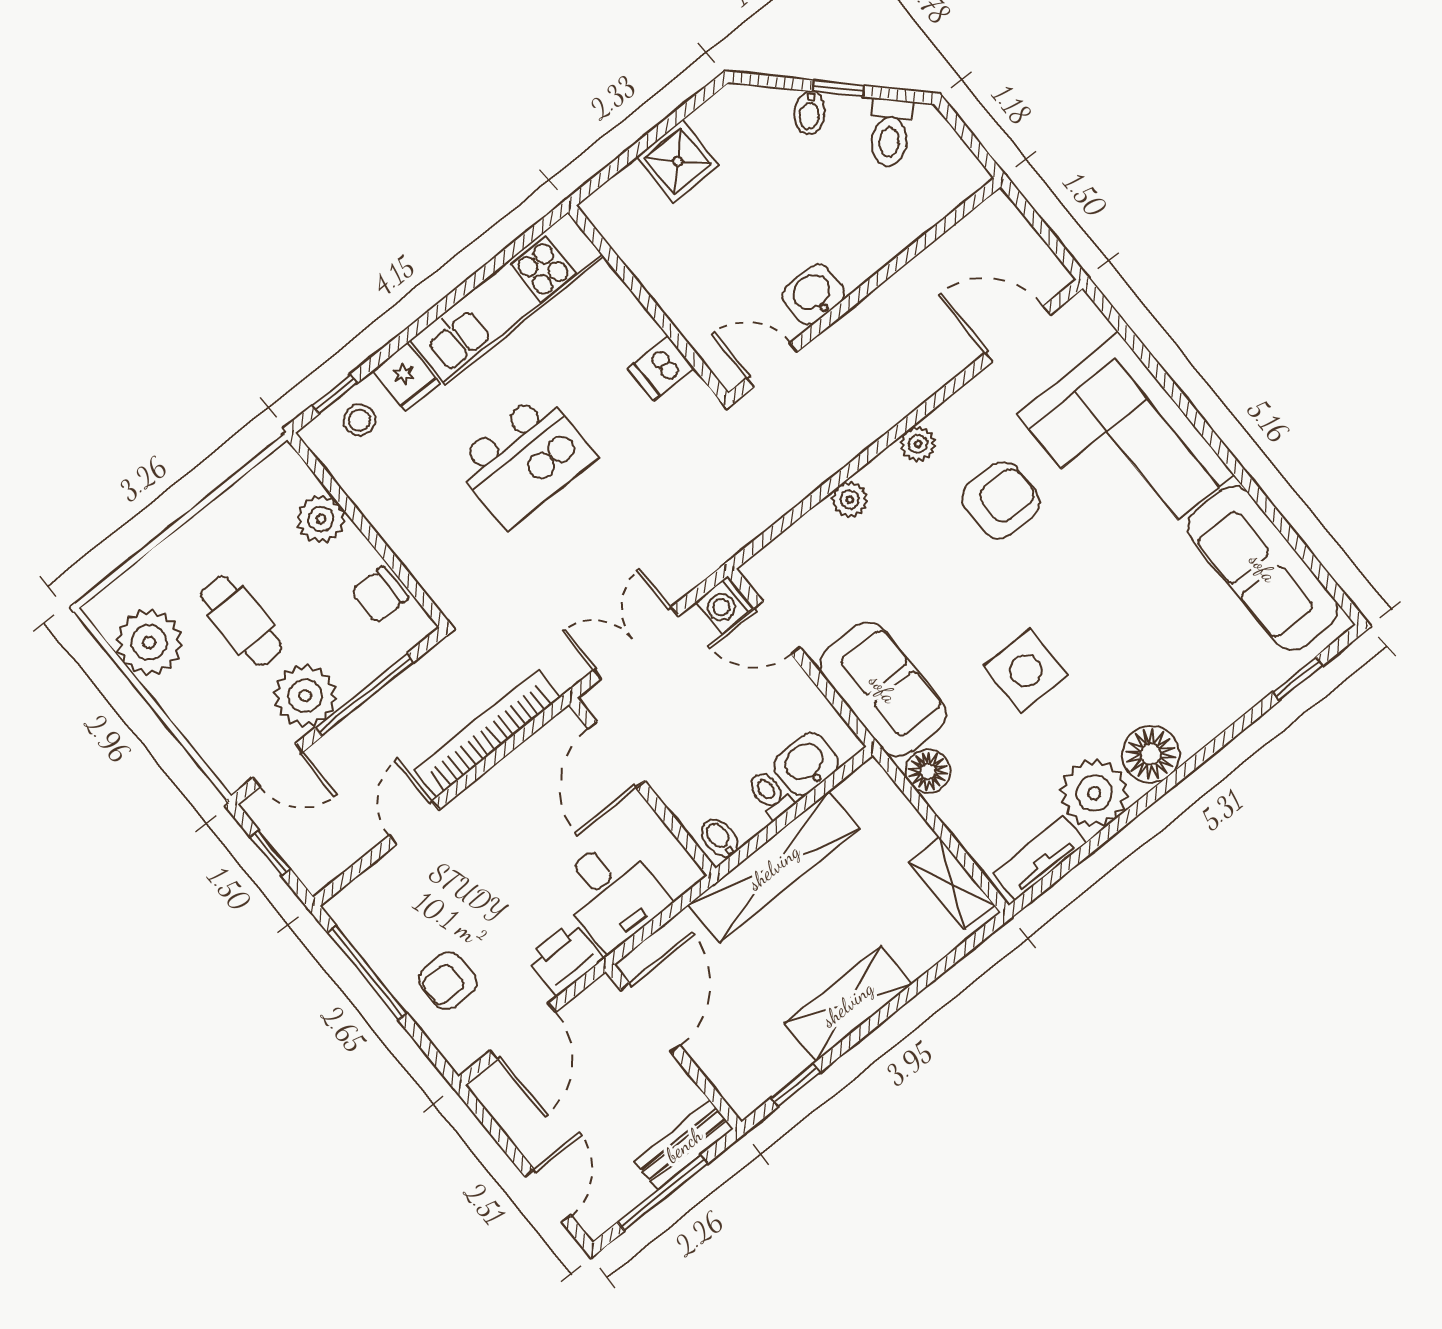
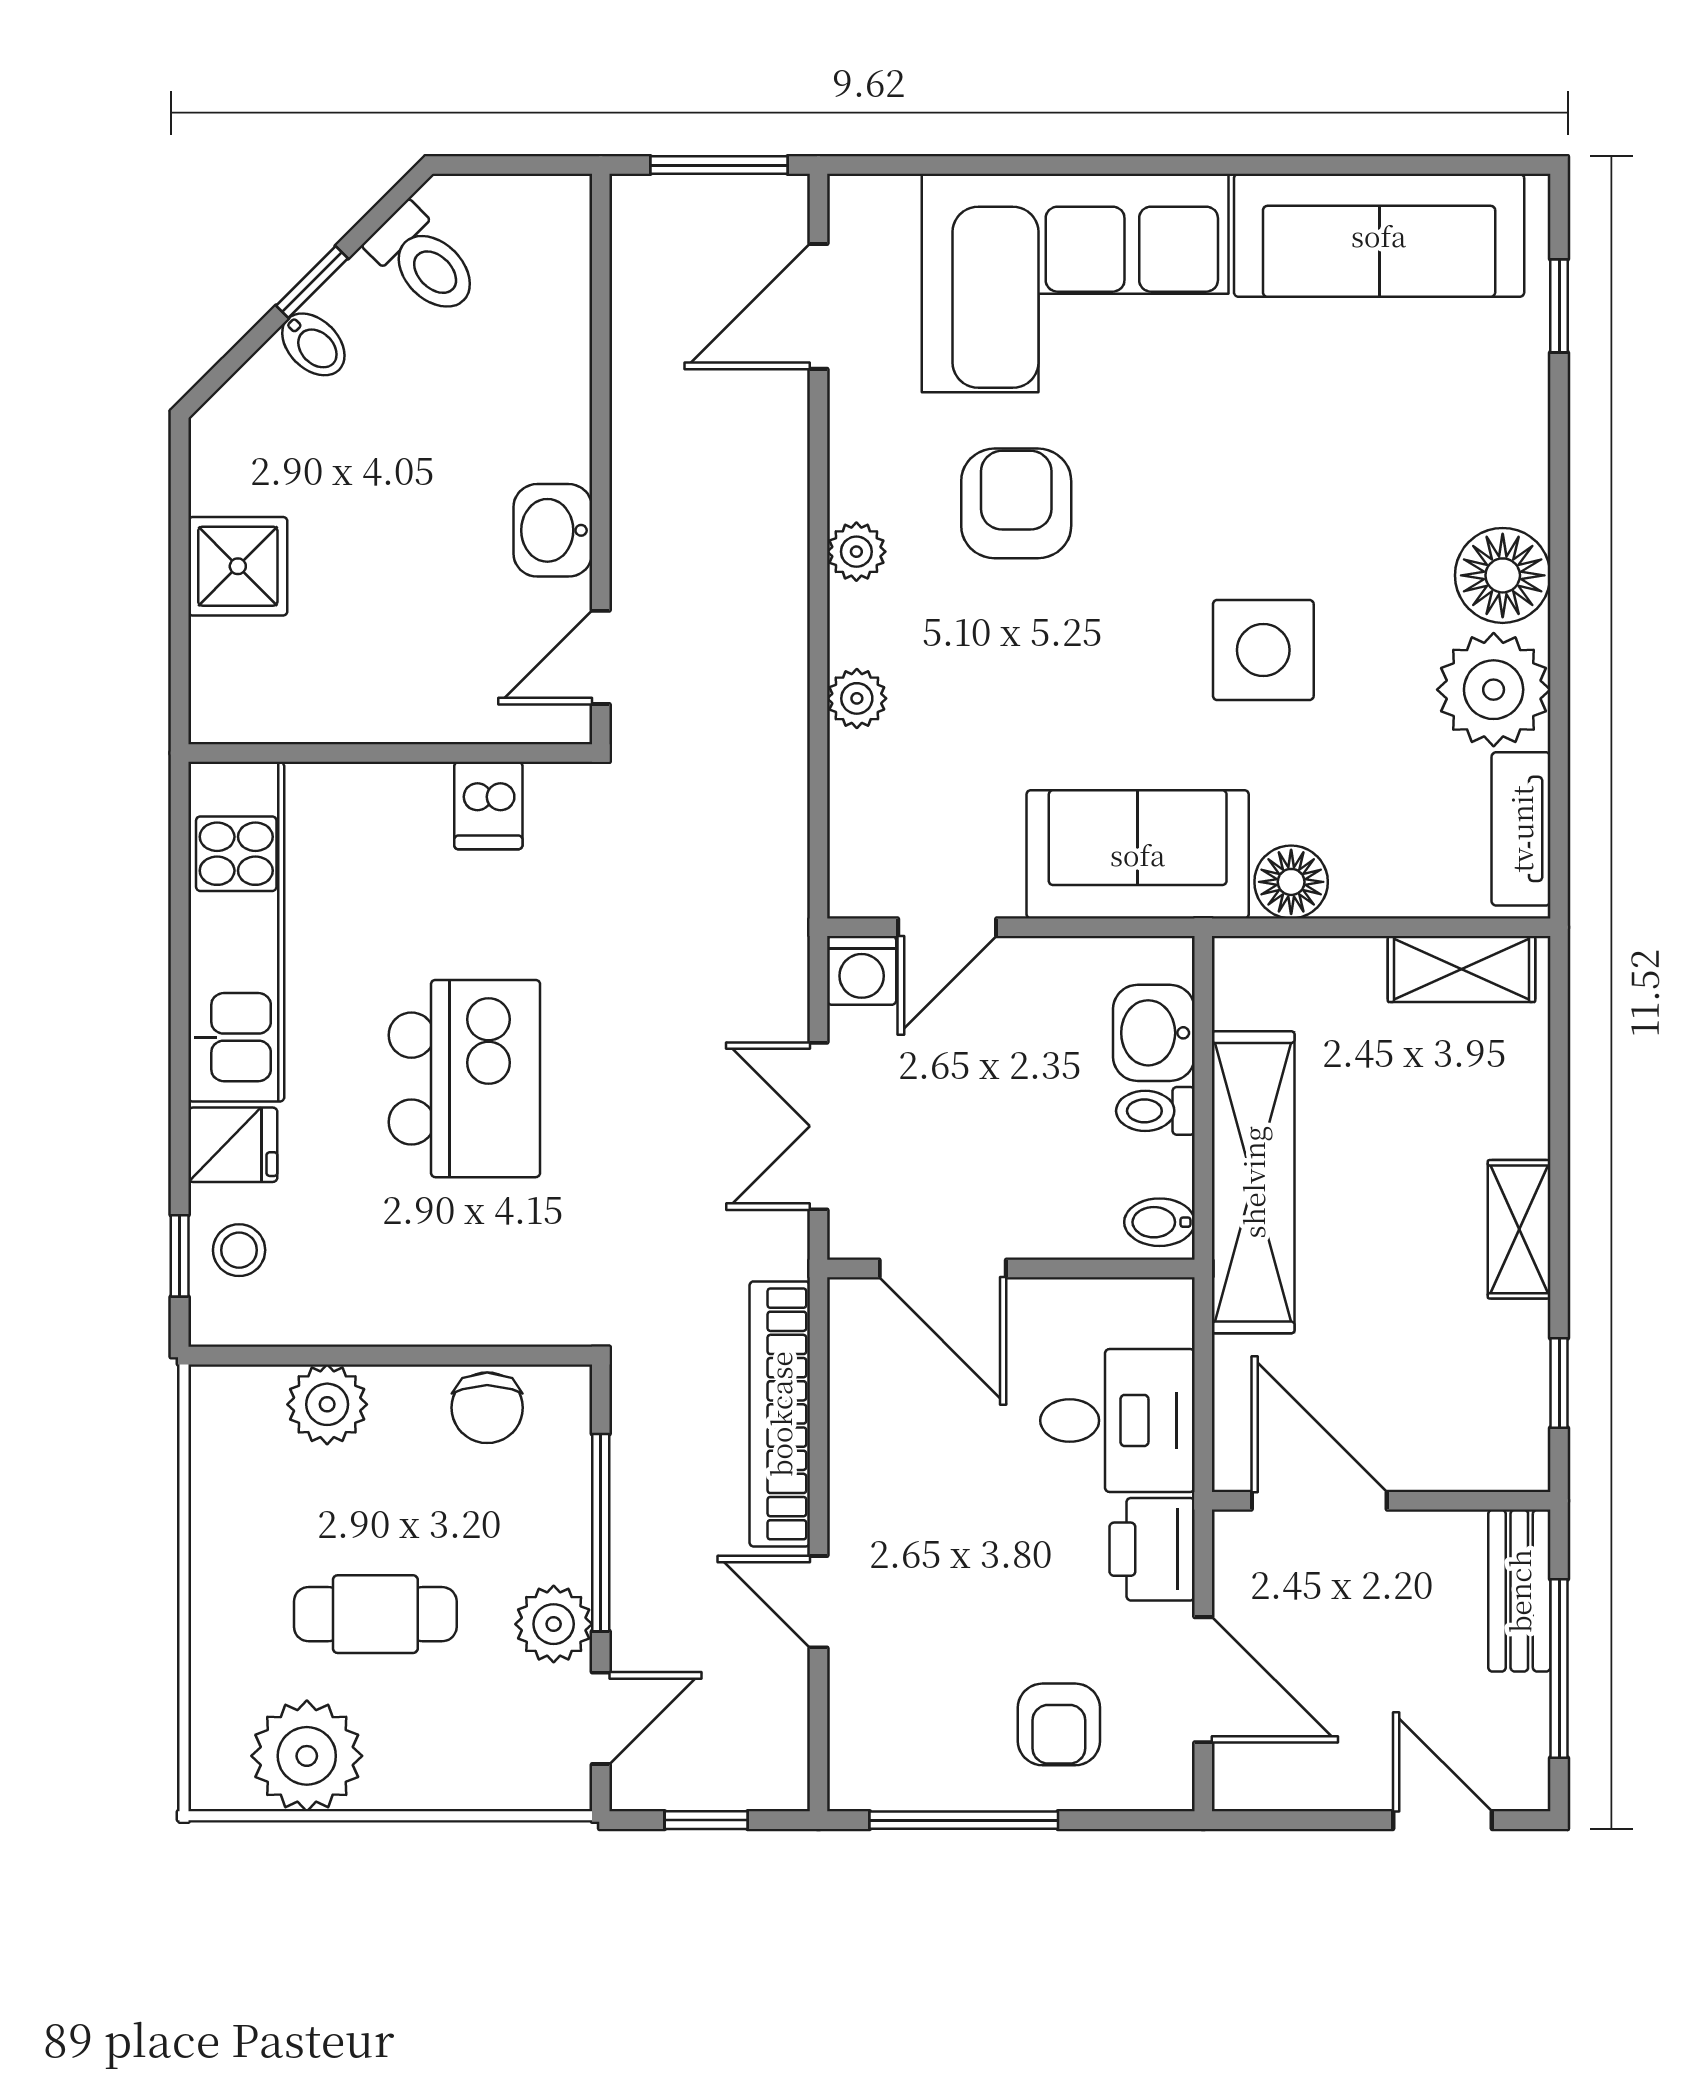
window: (1046, 234) -> (719, 165), added
plant: (305, 696) -> (554, 1624), width x0.73, depth x0.73
shelving: (848, 1004) -> (1519, 1229), width x0.67, depth x0.75

